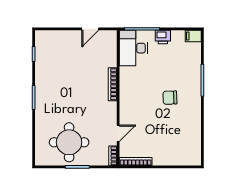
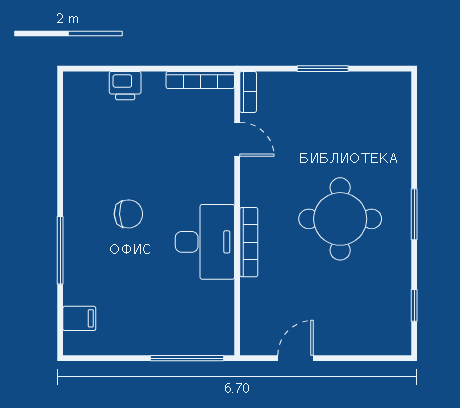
filing cabinet: (193, 36) -> (79, 318), moved
printer: (163, 37) -> (125, 86), moved, turned 180
desk: (133, 48) -> (205, 242), moved
door: (118, 133) -> (237, 139), swing flipped
round table: (69, 142) -> (340, 219), moved

